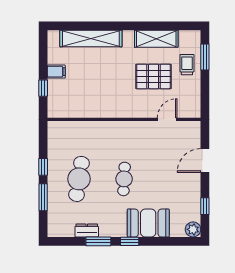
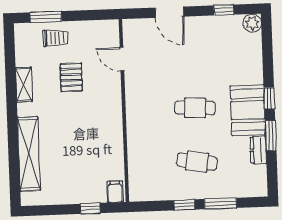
shelving: (156, 39) -> (24, 85), width x0.67, depth x0.75
trolley: (187, 65) -> (56, 38), turned 180
filing cabinet: (56, 72) -> (115, 192), moved
pallet: (153, 77) -> (71, 77), width x0.67, depth x0.71
cafe table: (79, 179) -> (197, 162), width x0.73, depth x0.74
booth: (148, 223) -> (248, 110), moved

